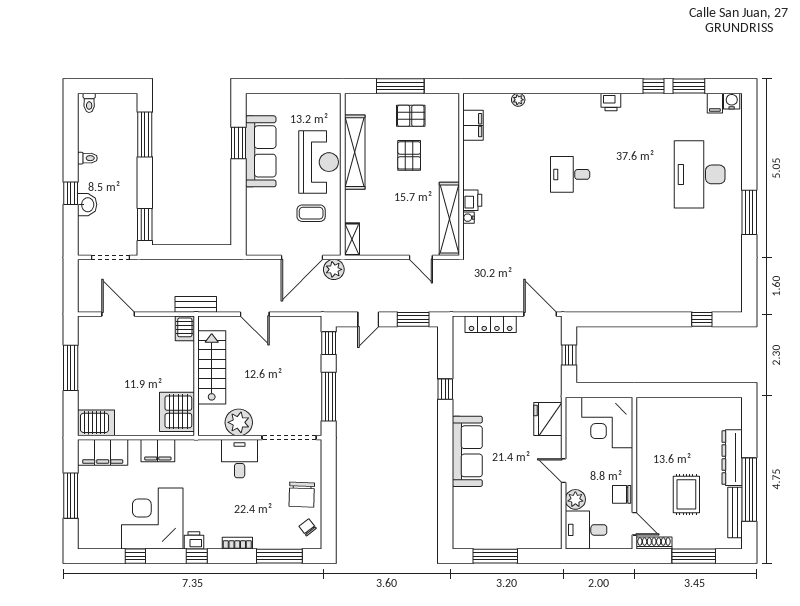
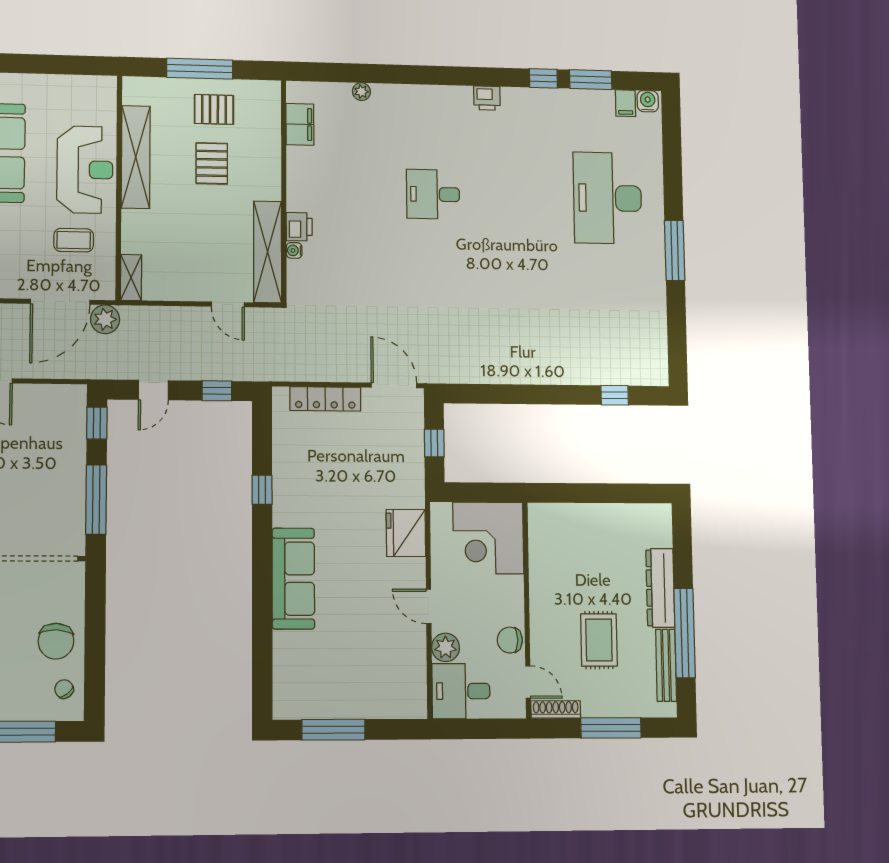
window: (413, 319) -> (217, 391), width x0.67

